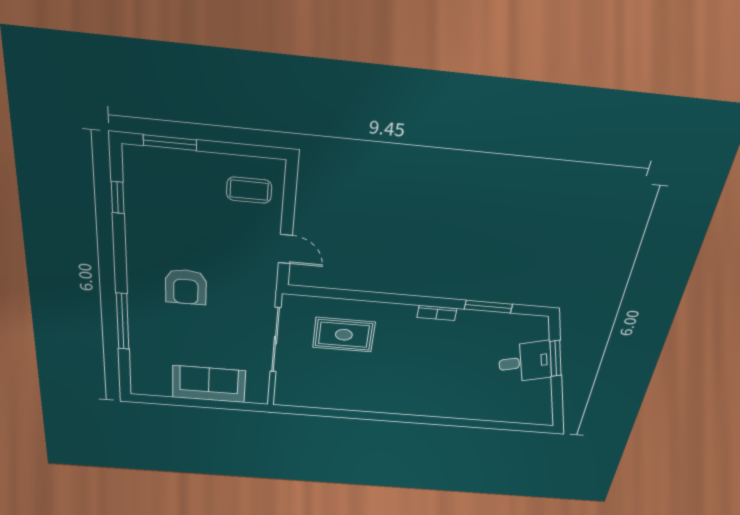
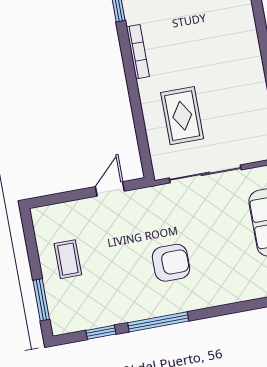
coffee table: (249, 190) -> (68, 259), moved
bookcase: (437, 313) -> (138, 52), width x1.56
window: (123, 321) -> (158, 322), moved

